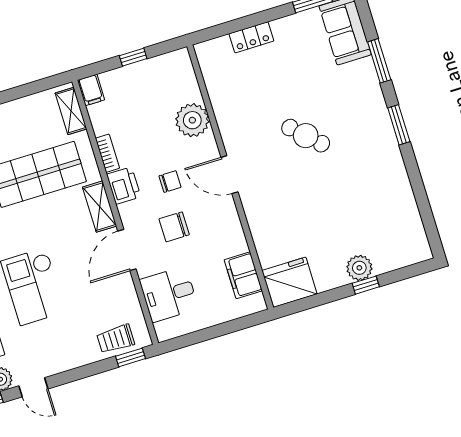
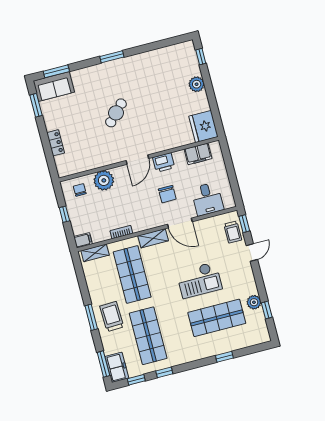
window: (379, 61) -> (56, 71), moved
chair: (170, 182) -> (80, 190), moved
printer: (124, 186) -> (164, 163), moved, turned 180
window: (366, 285) -> (201, 57), moved
door: (33, 387) -> (252, 252), moved

